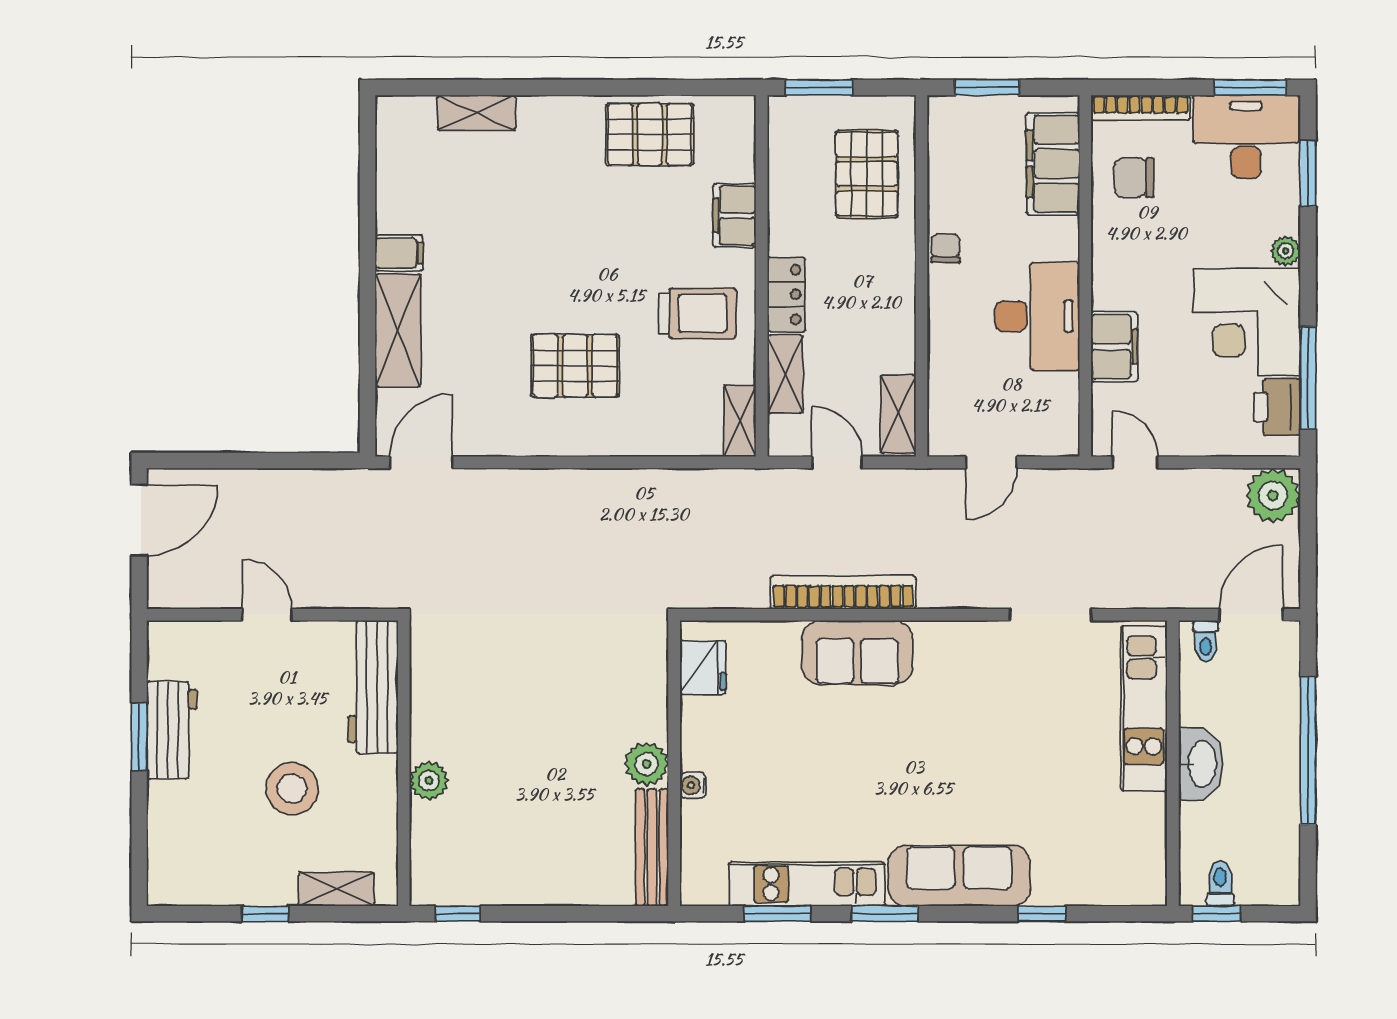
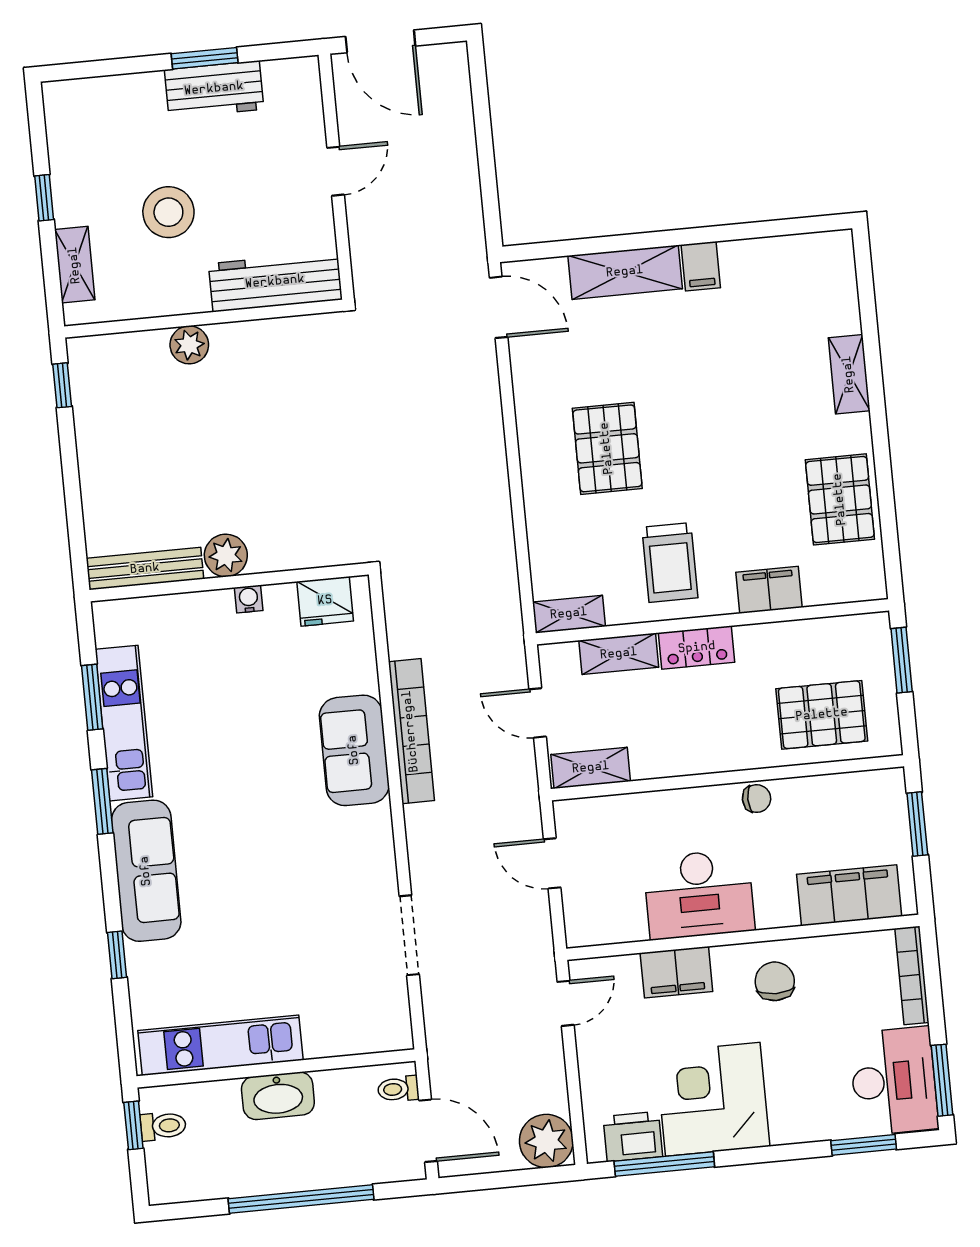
shelving: (477, 113) -> (849, 374), moved
chair: (1134, 178) -> (775, 981), moved
plant: (1286, 251) -> (786, 1130), removed
door: (837, 462) -> (538, 713), swing flipped
door: (139, 520) -> (380, 41), moved
kitchen unit: (1144, 708) -> (220, 1045), moved
water cooler: (693, 785) -> (249, 599), moved

